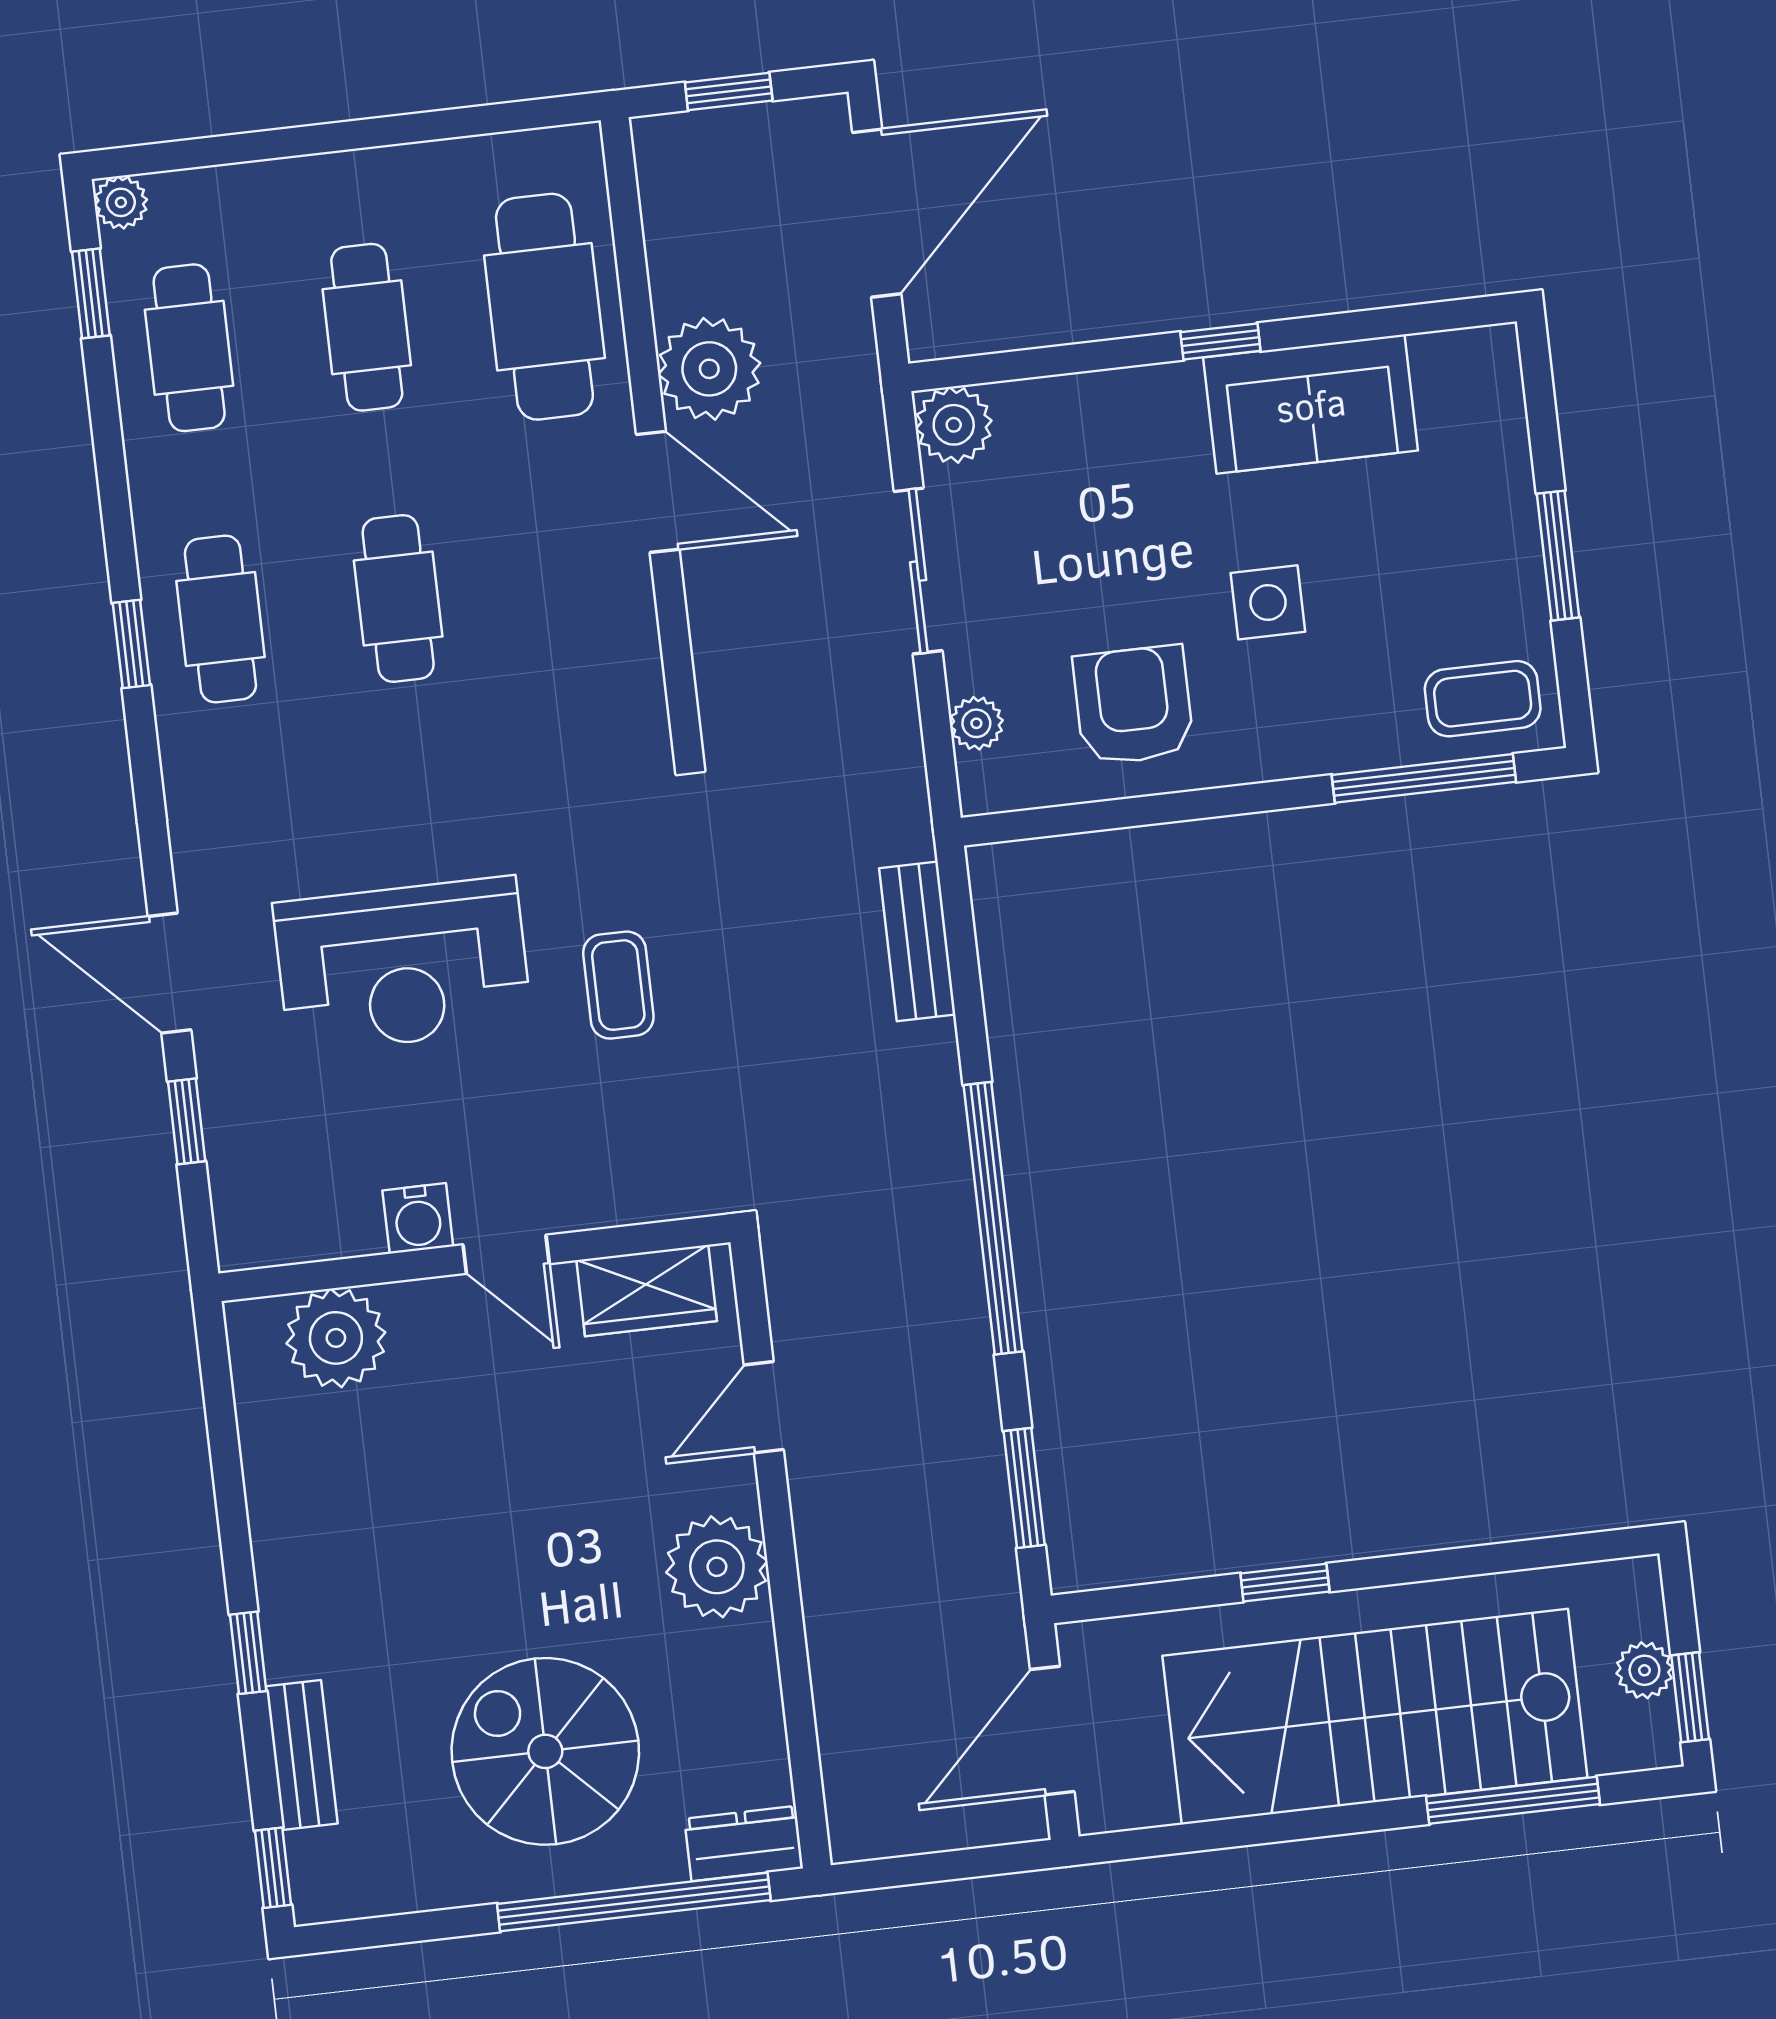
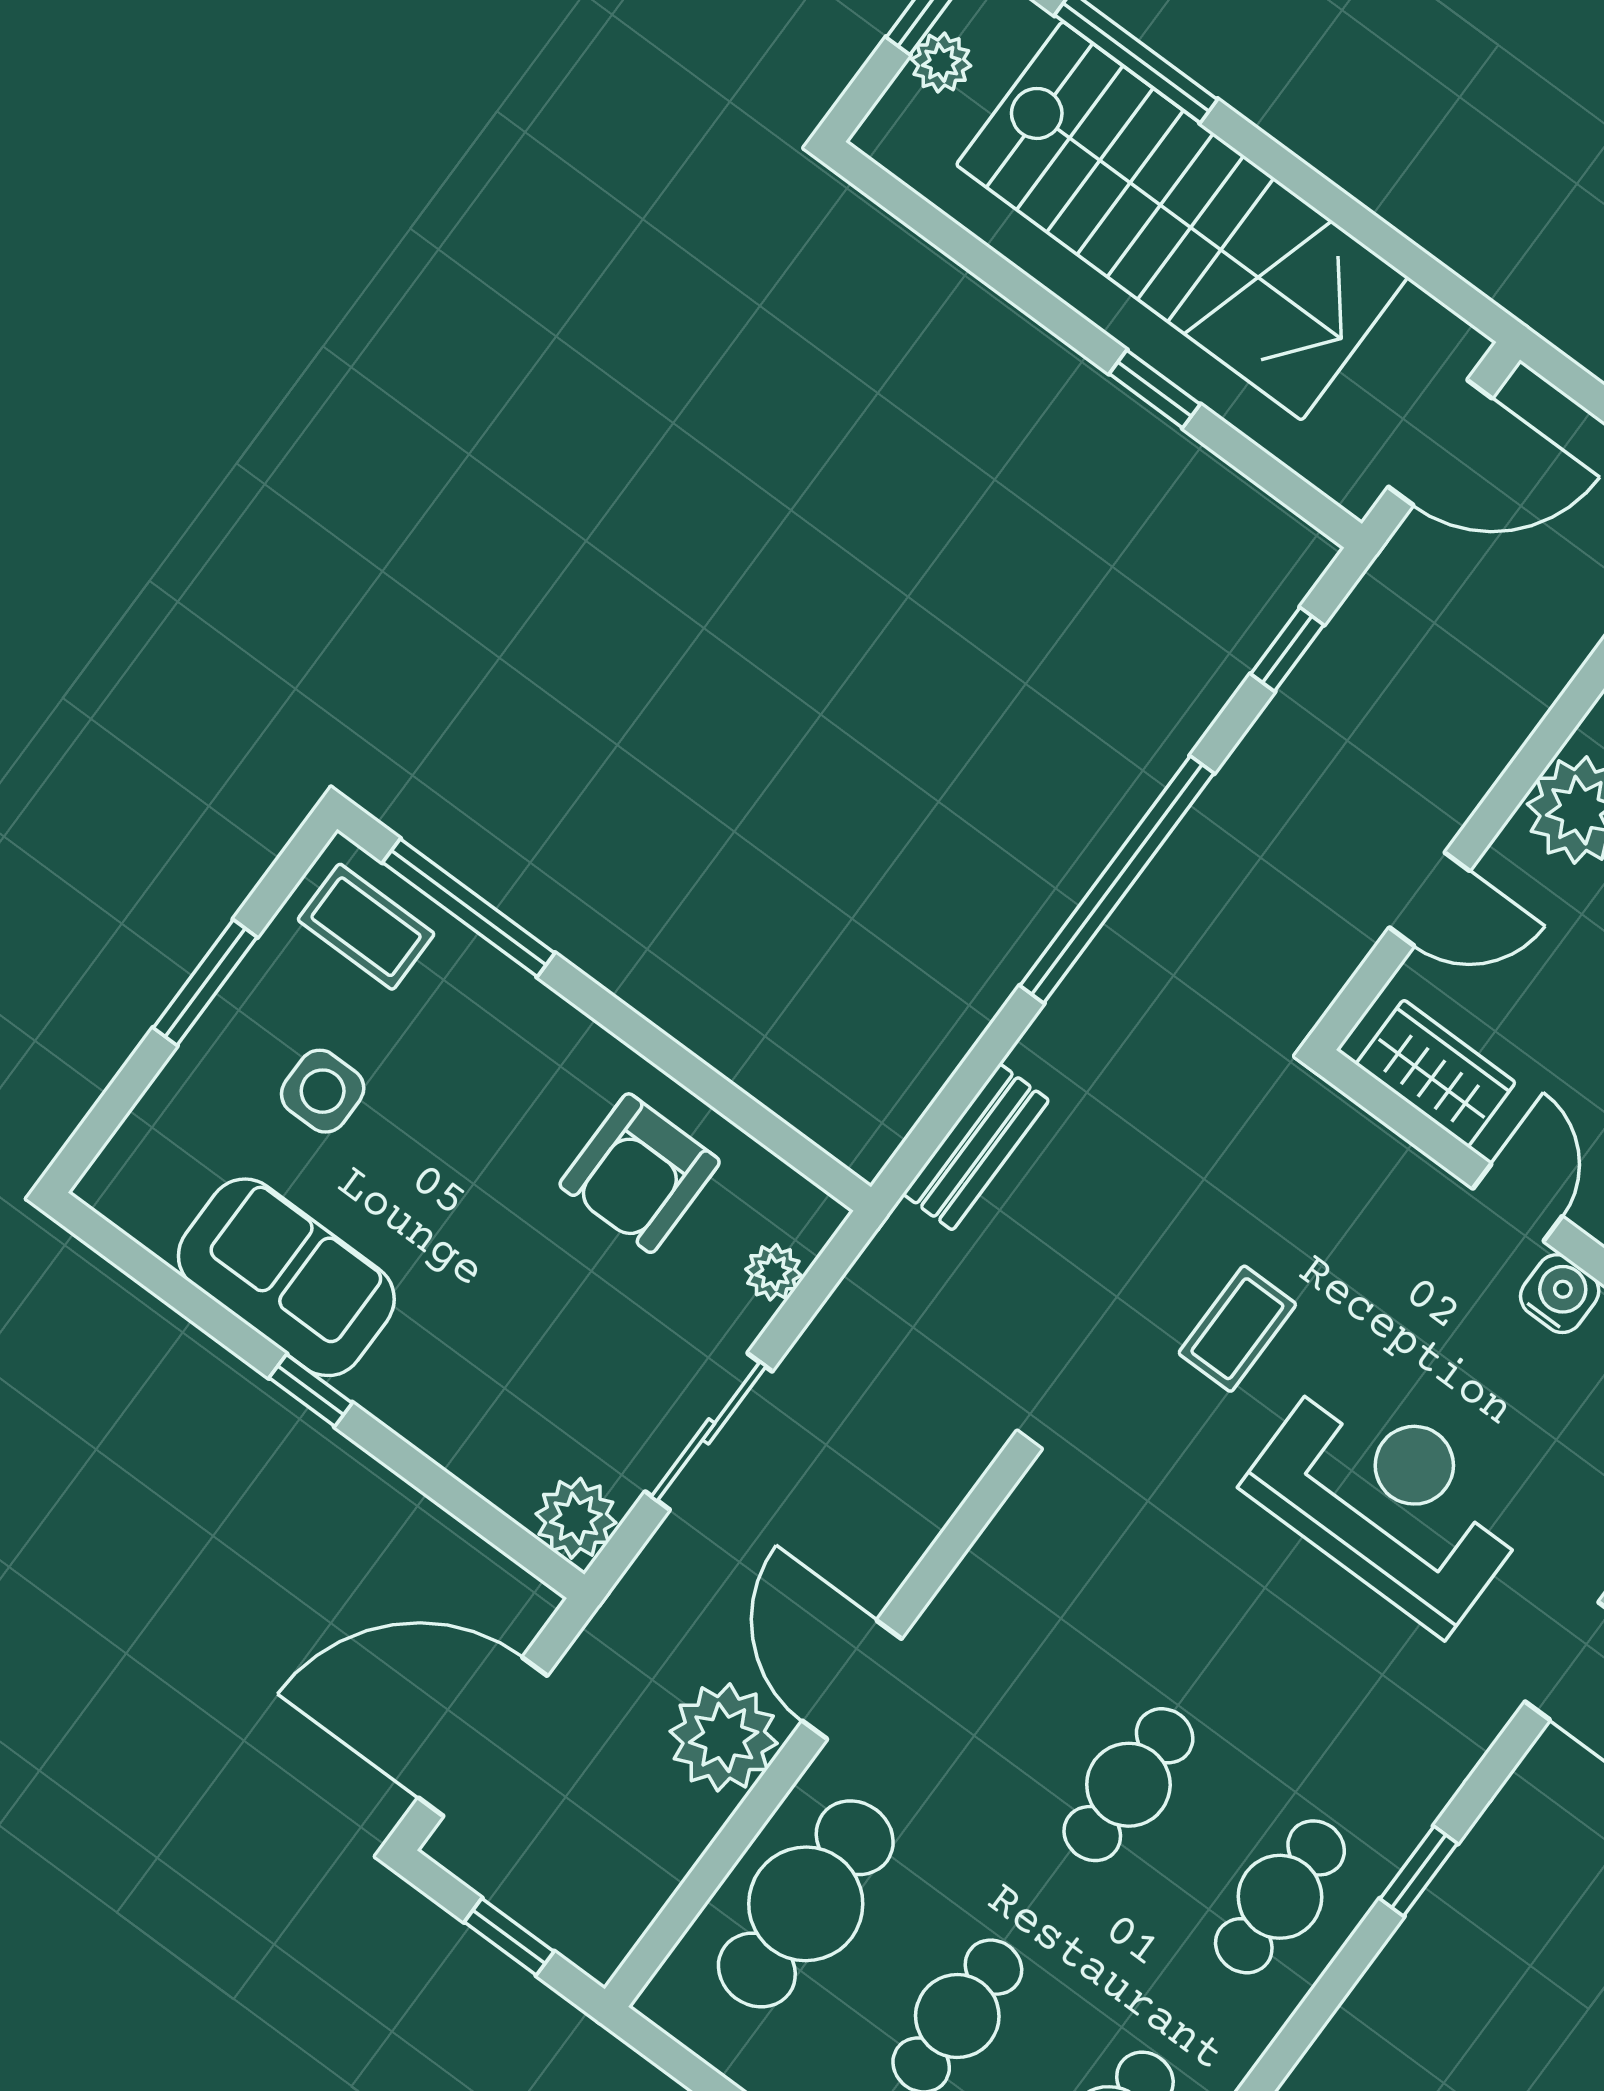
side table: (1268, 602) -> (323, 1091), moved
window: (131, 644) -> (1419, 1871), moved
window: (1024, 1488) -> (1287, 649), width x0.67

